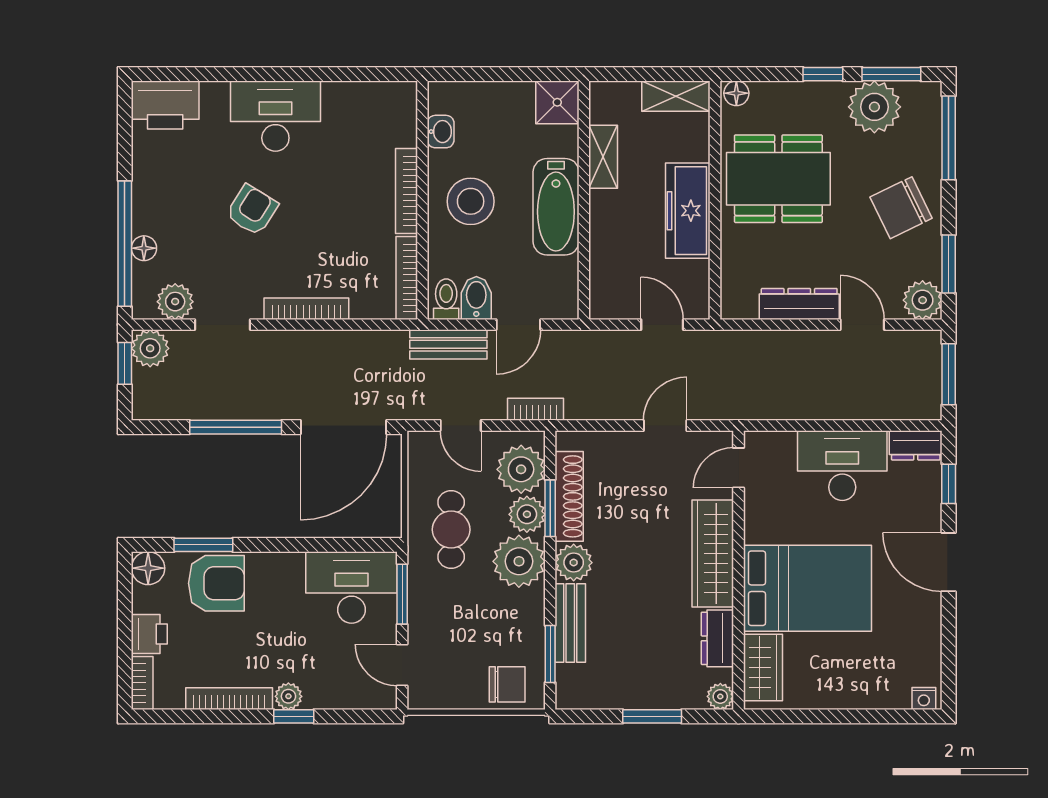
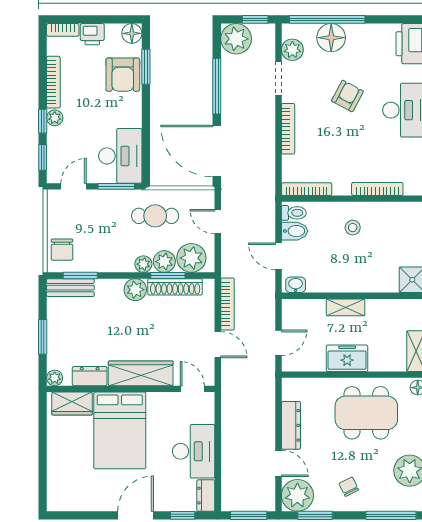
washbasin: (441, 132) -> (296, 285), moved, turned 180
shelving: (603, 157) -> (345, 307), moved
dining table: (778, 179) -> (366, 413), turned 90
bookcase: (406, 191) -> (377, 189), moved
stool: (471, 201) -> (353, 228), width x0.53, depth x0.53
bathtub: (556, 207) -> (349, 279), removed
chair: (901, 208) -> (349, 487), width x0.54, depth x0.54
armchair: (252, 210) -> (347, 96), turned -94
freezer: (688, 211) -> (347, 358), width x0.71
floor lamp: (144, 248) -> (331, 38), width x1.89, depth x1.89
plant: (923, 300) -> (297, 495), width x1.36, depth x1.36
door: (862, 325) -> (278, 463), hinge flipped
bench: (448, 344) -> (267, 214), removed
plant: (150, 348) -> (236, 39), moved, width x1.36, depth x1.36
bookcase: (536, 409) -> (227, 304), moved, width x1.56
door: (461, 425) -> (218, 222), hinge flipped
plant: (519, 561) -> (143, 264), width x0.53, depth x0.53
bench: (570, 623) -> (70, 288), moved
nightstand: (924, 699) -> (53, 500), removed
window: (354, 716) -> (43, 157), added

